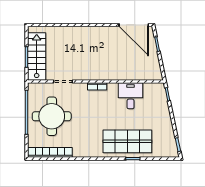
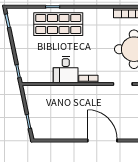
door: (134, 25) -> (102, 141), moved
desk: (131, 96) -> (66, 70), moved

